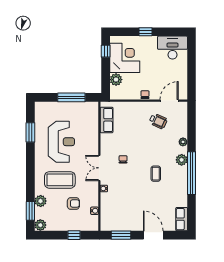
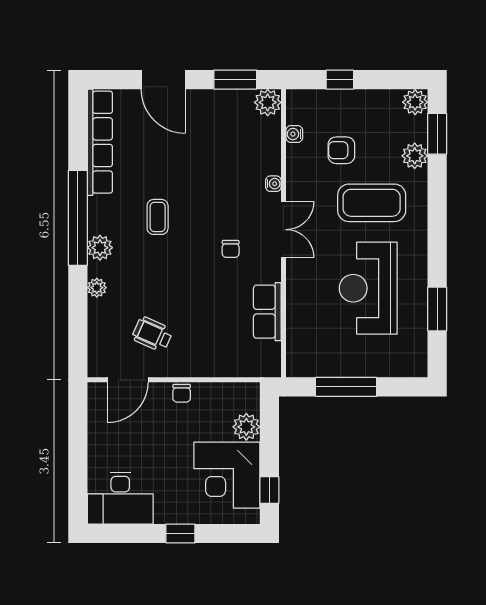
row of seats: (107, 120) -> (267, 312), moved
row of seats: (182, 219) -> (100, 142), width x2.02
plant: (106, 225) -> (268, 102), added

